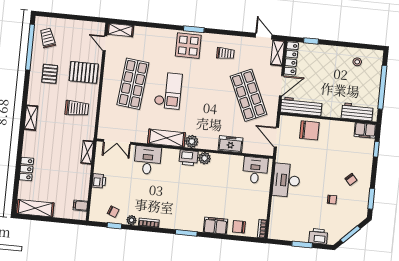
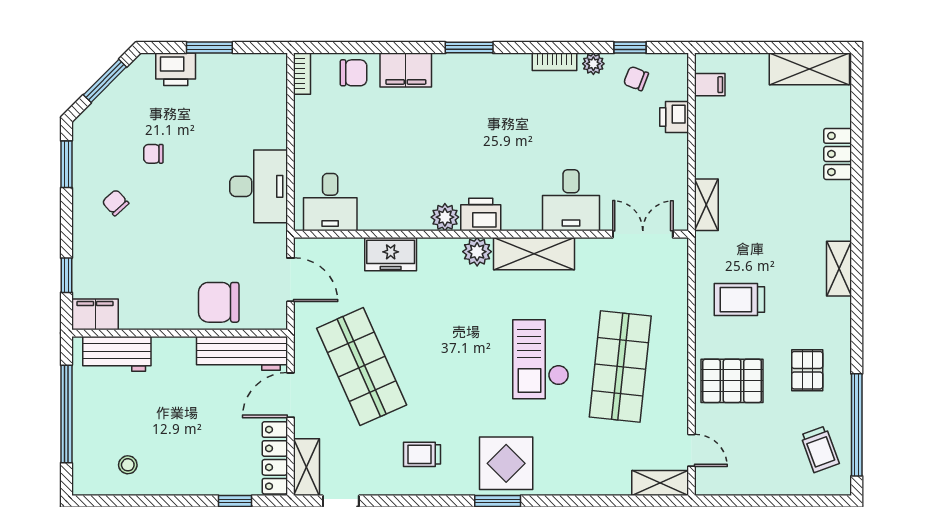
printer: (99, 181) -> (674, 117), moved

